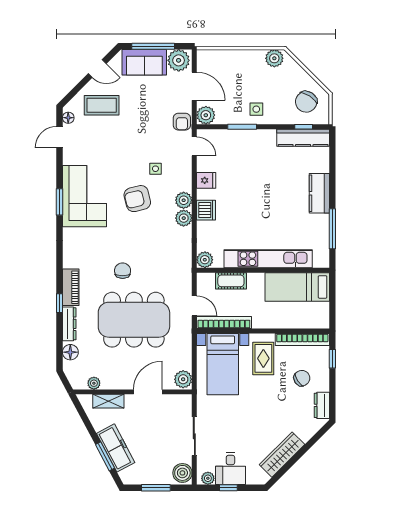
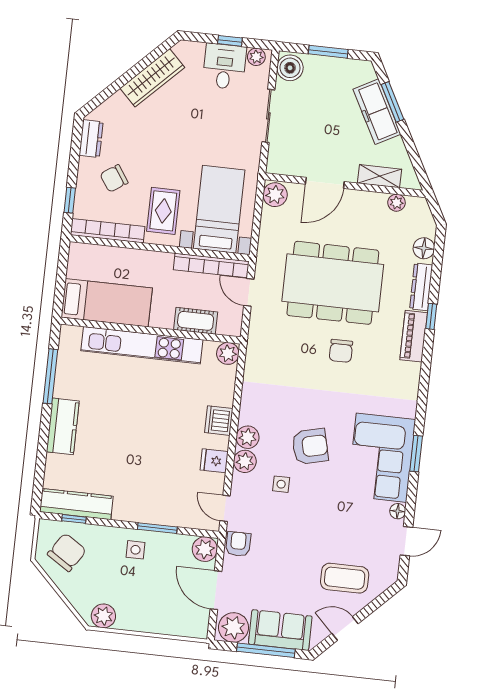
floor lamp: (68, 118) -> (398, 511), moved
plant: (184, 218) -> (245, 461), moved

